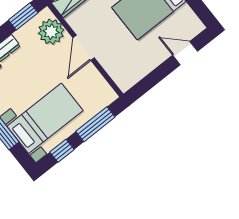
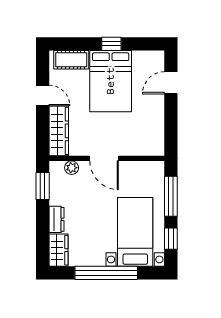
plant: (51, 32) -> (72, 168), width x0.53, depth x0.53

